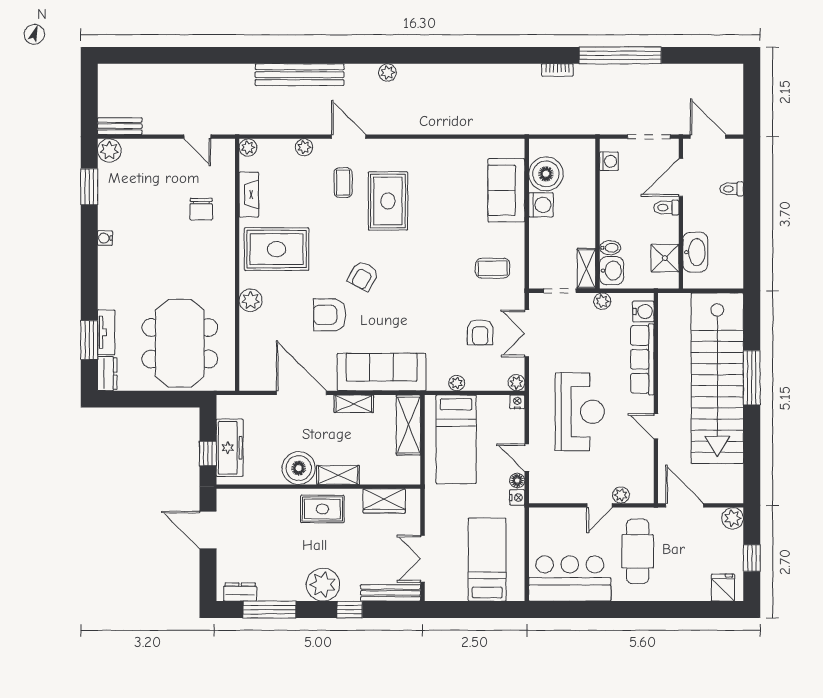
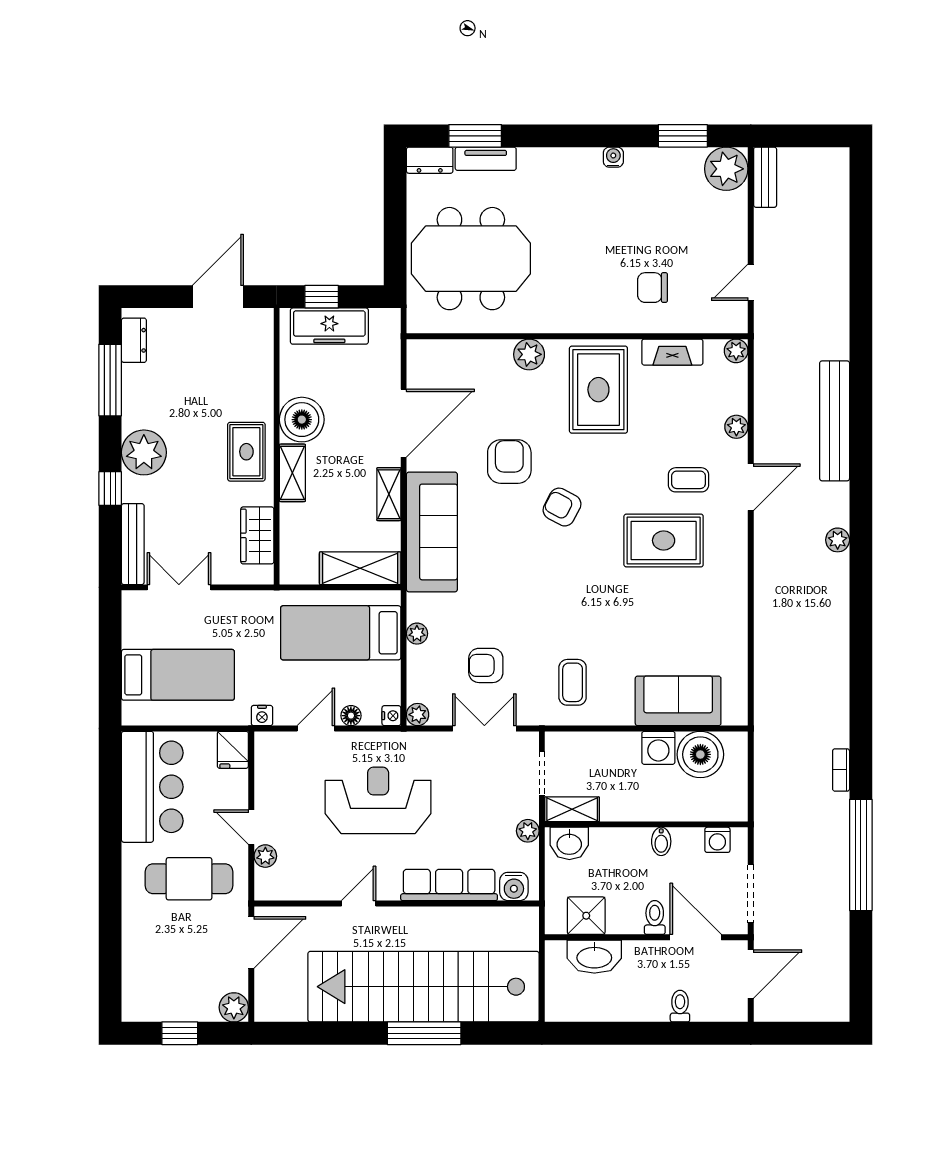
plant: (109, 150) -> (726, 169), width x1.36, depth x1.36
bidet: (610, 248) -> (661, 841), moved
reception desk: (580, 412) -> (378, 800), turned 180
floor lamp: (517, 480) -> (351, 716), moved
fridge: (723, 588) -> (233, 750), moved, turned 90

